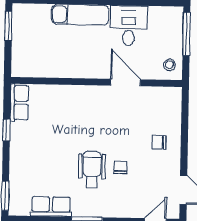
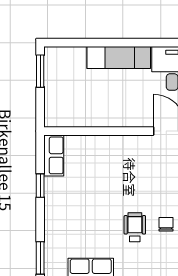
wheelchair: (92, 169) -> (135, 227), width x0.73, depth x0.73

